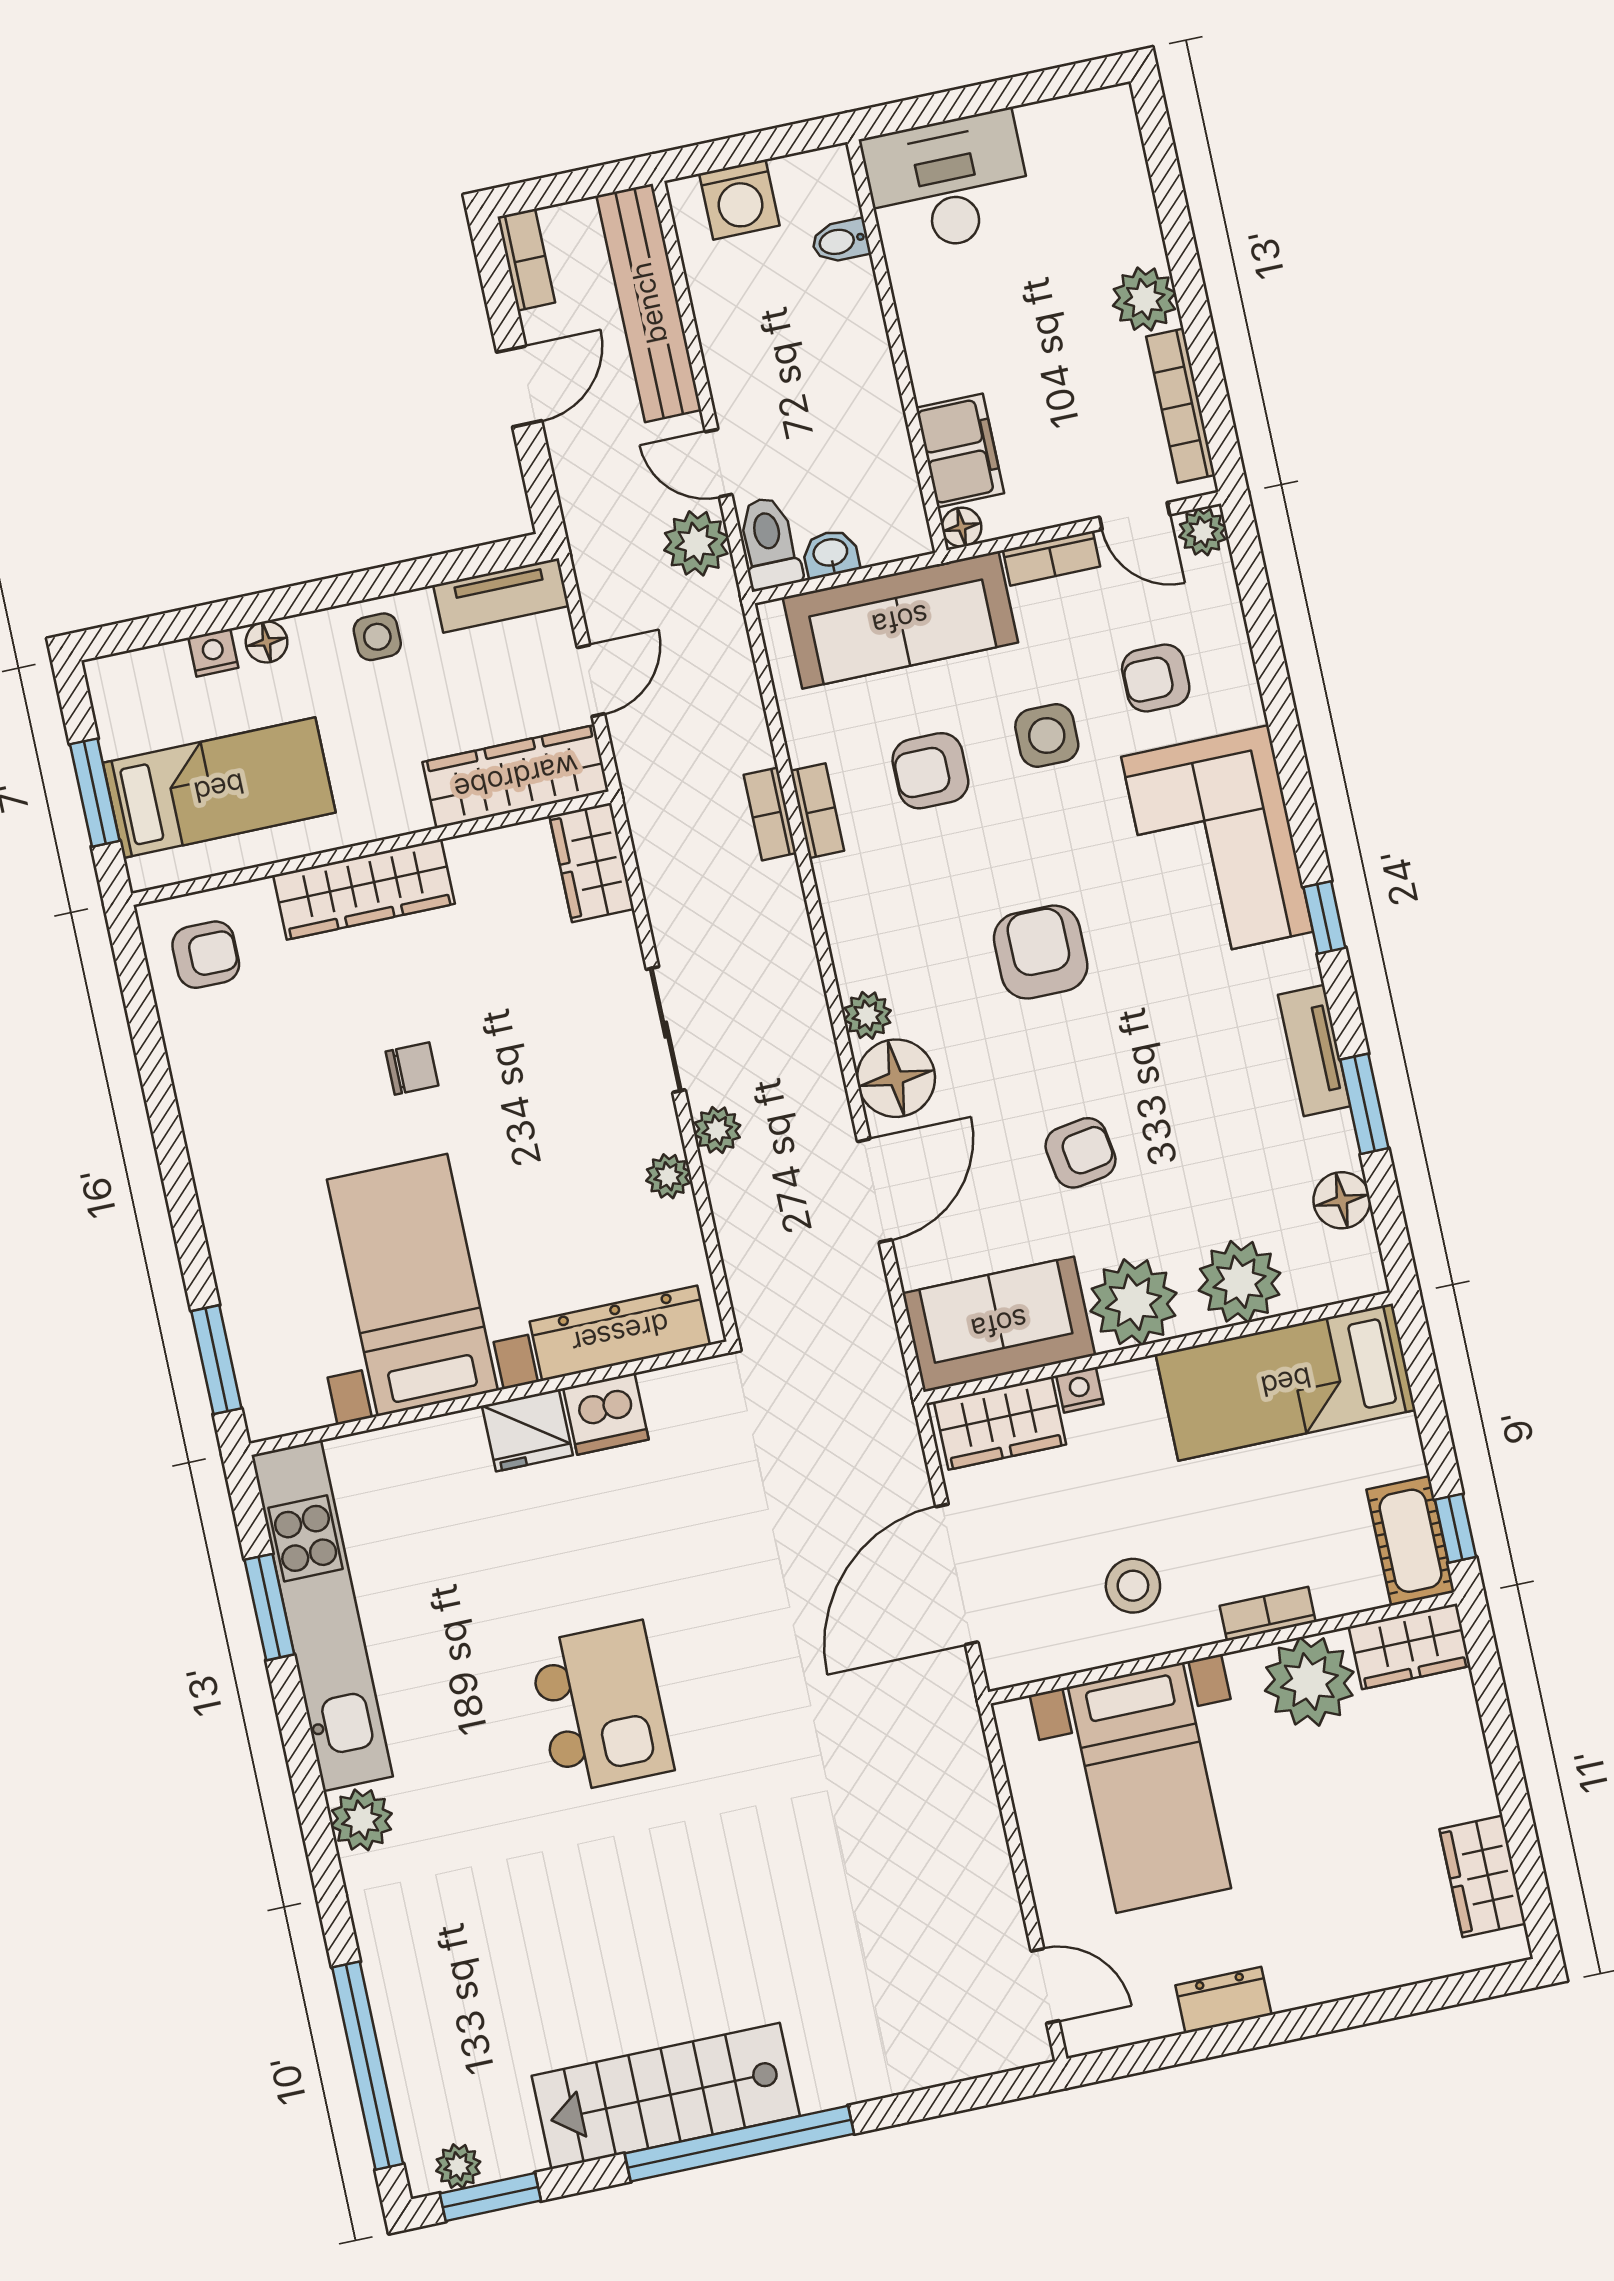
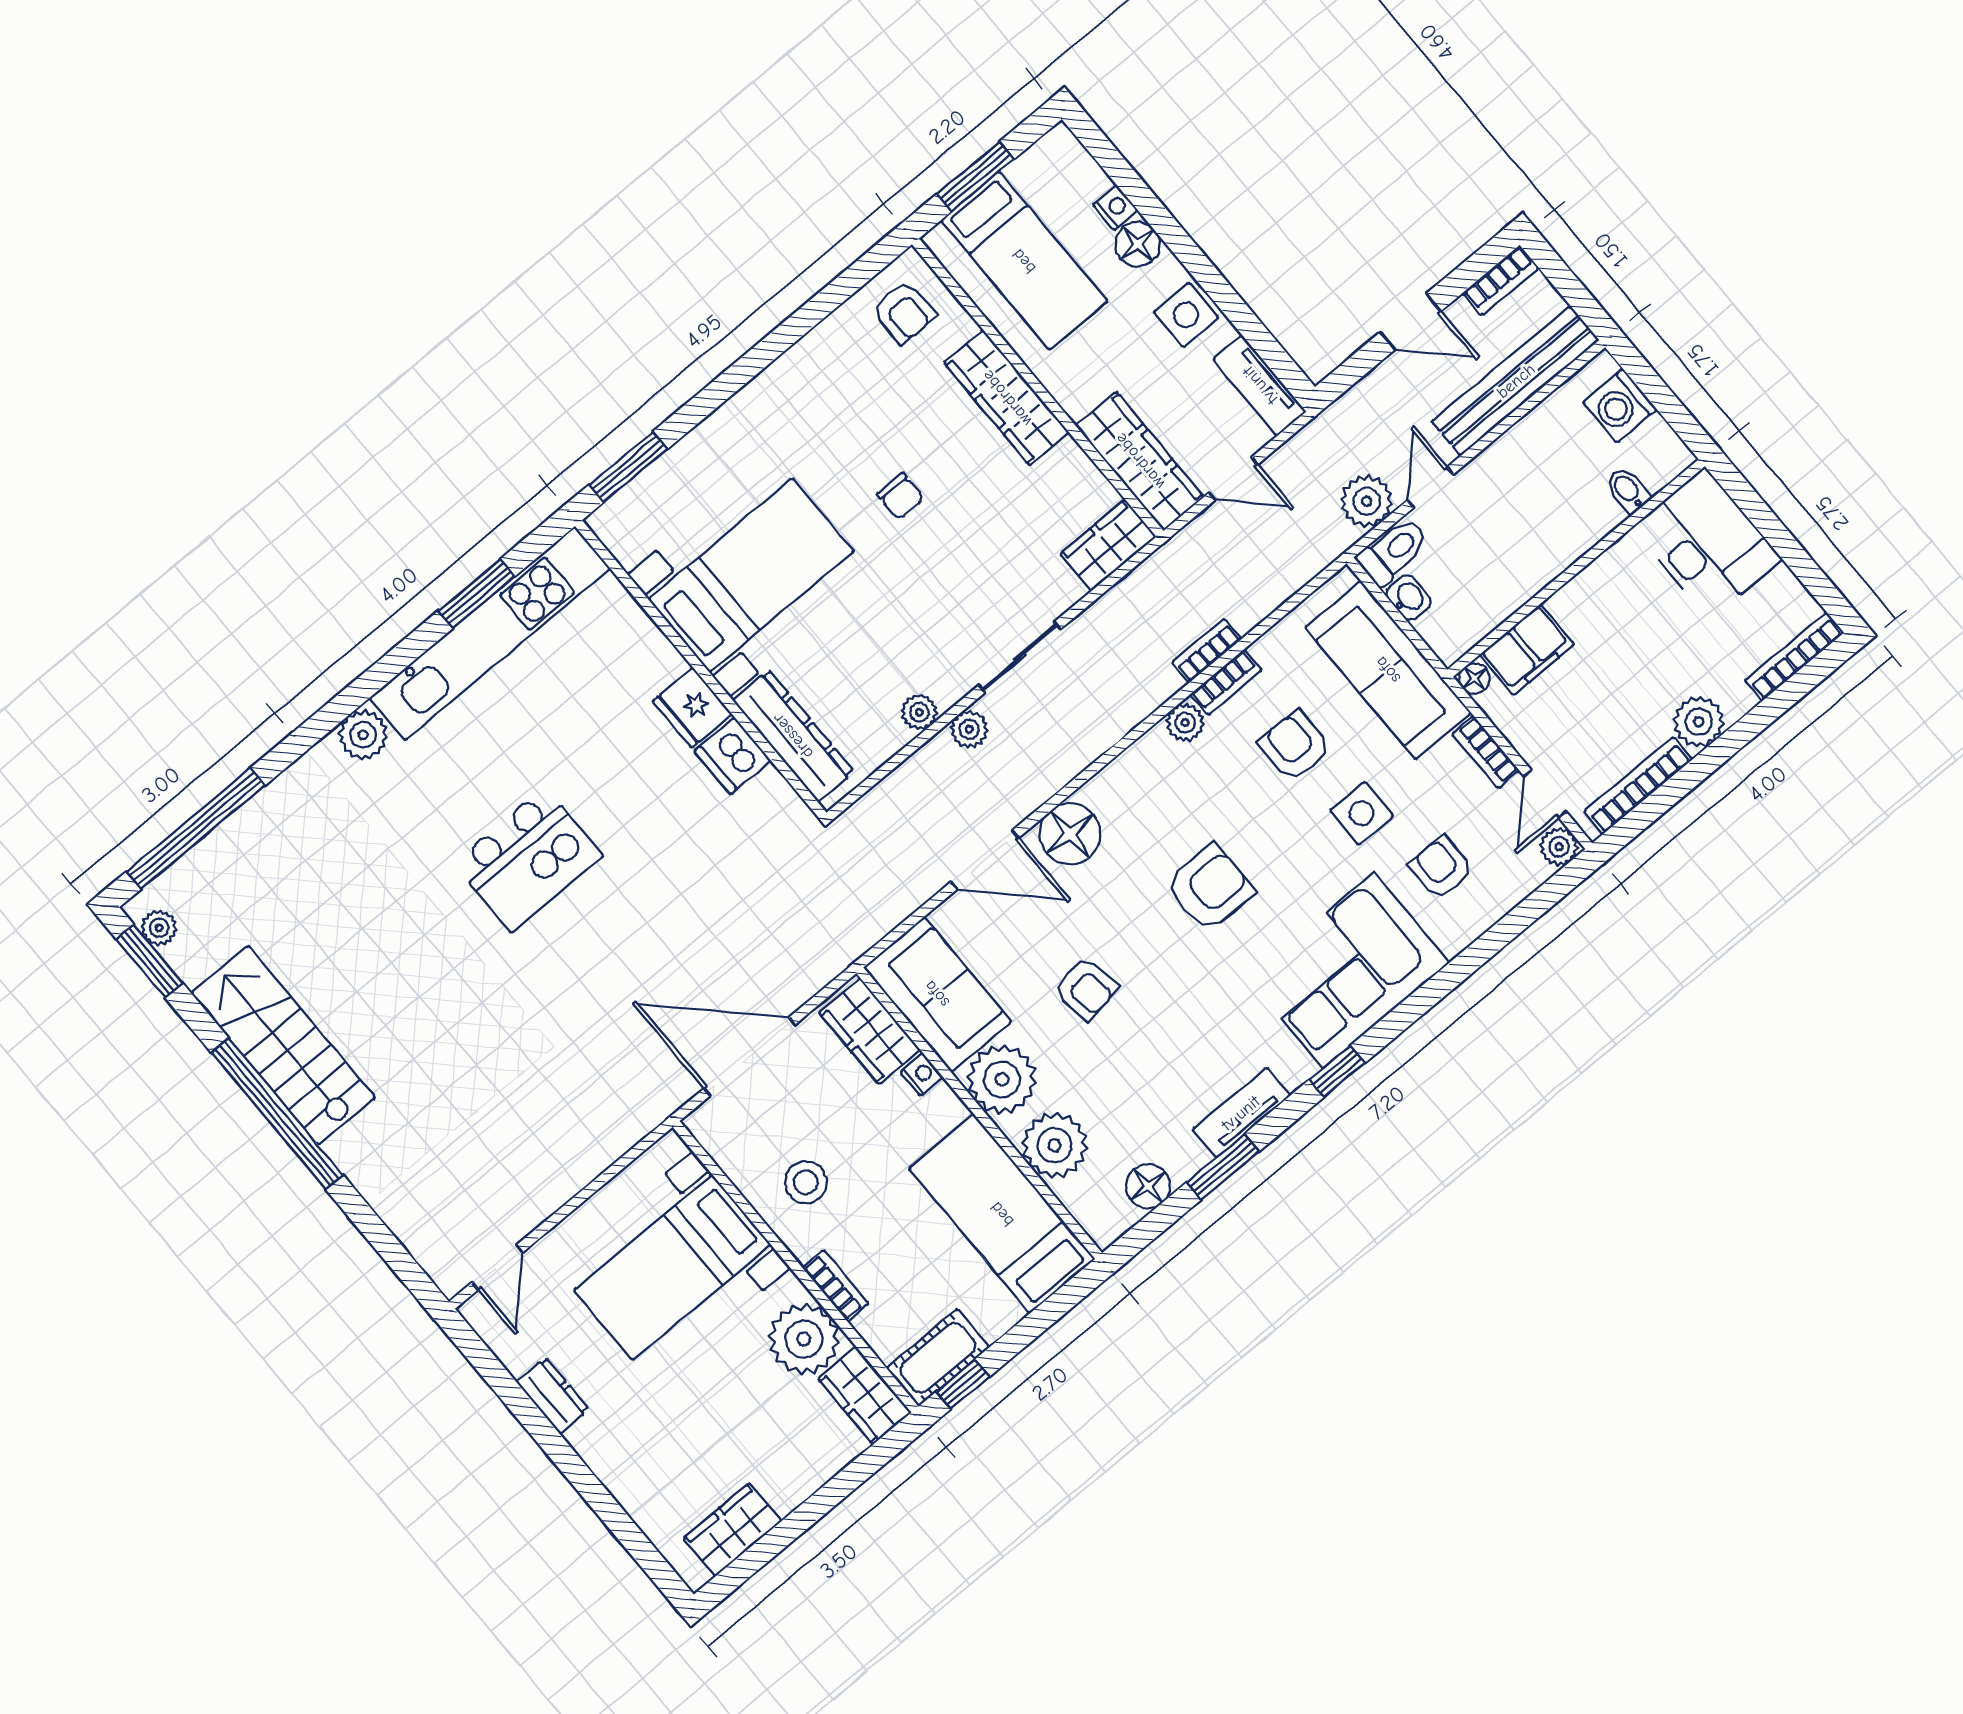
bookcase: (1128, 152) -> (1794, 657), added
side table: (377, 637) -> (1186, 315), width x1.37, depth x1.37
floor lamp: (267, 642) -> (1138, 244), width x1.37, depth x1.37
plant: (867, 1015) -> (1185, 723), moved

